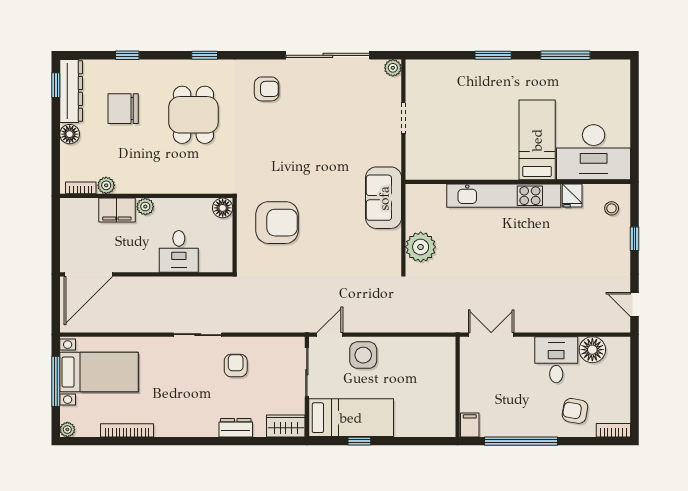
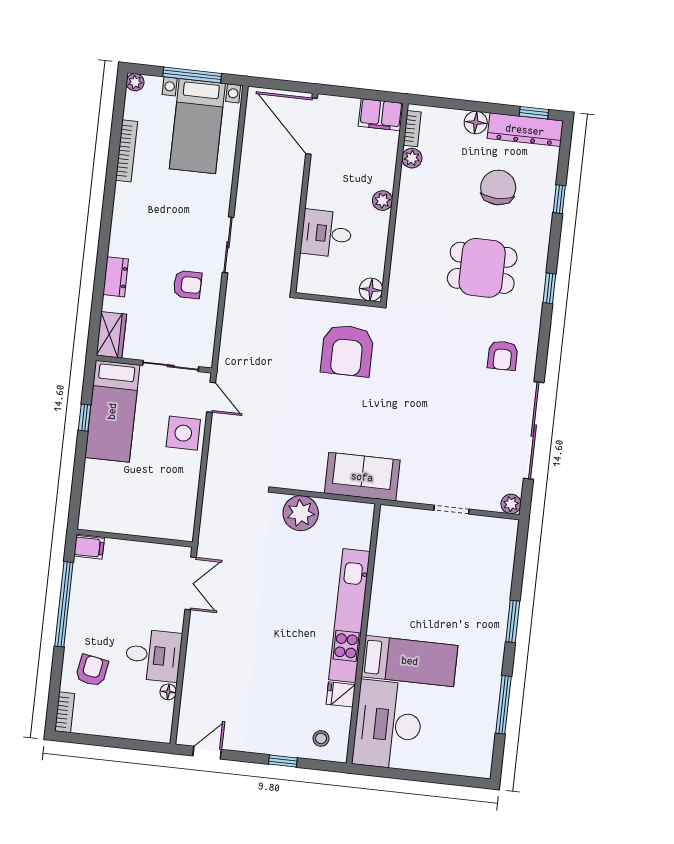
filing cabinet: (117, 210) -> (381, 115), moved, turned -90
floor lamp: (592, 350) -> (168, 692), width x0.53, depth x0.53

